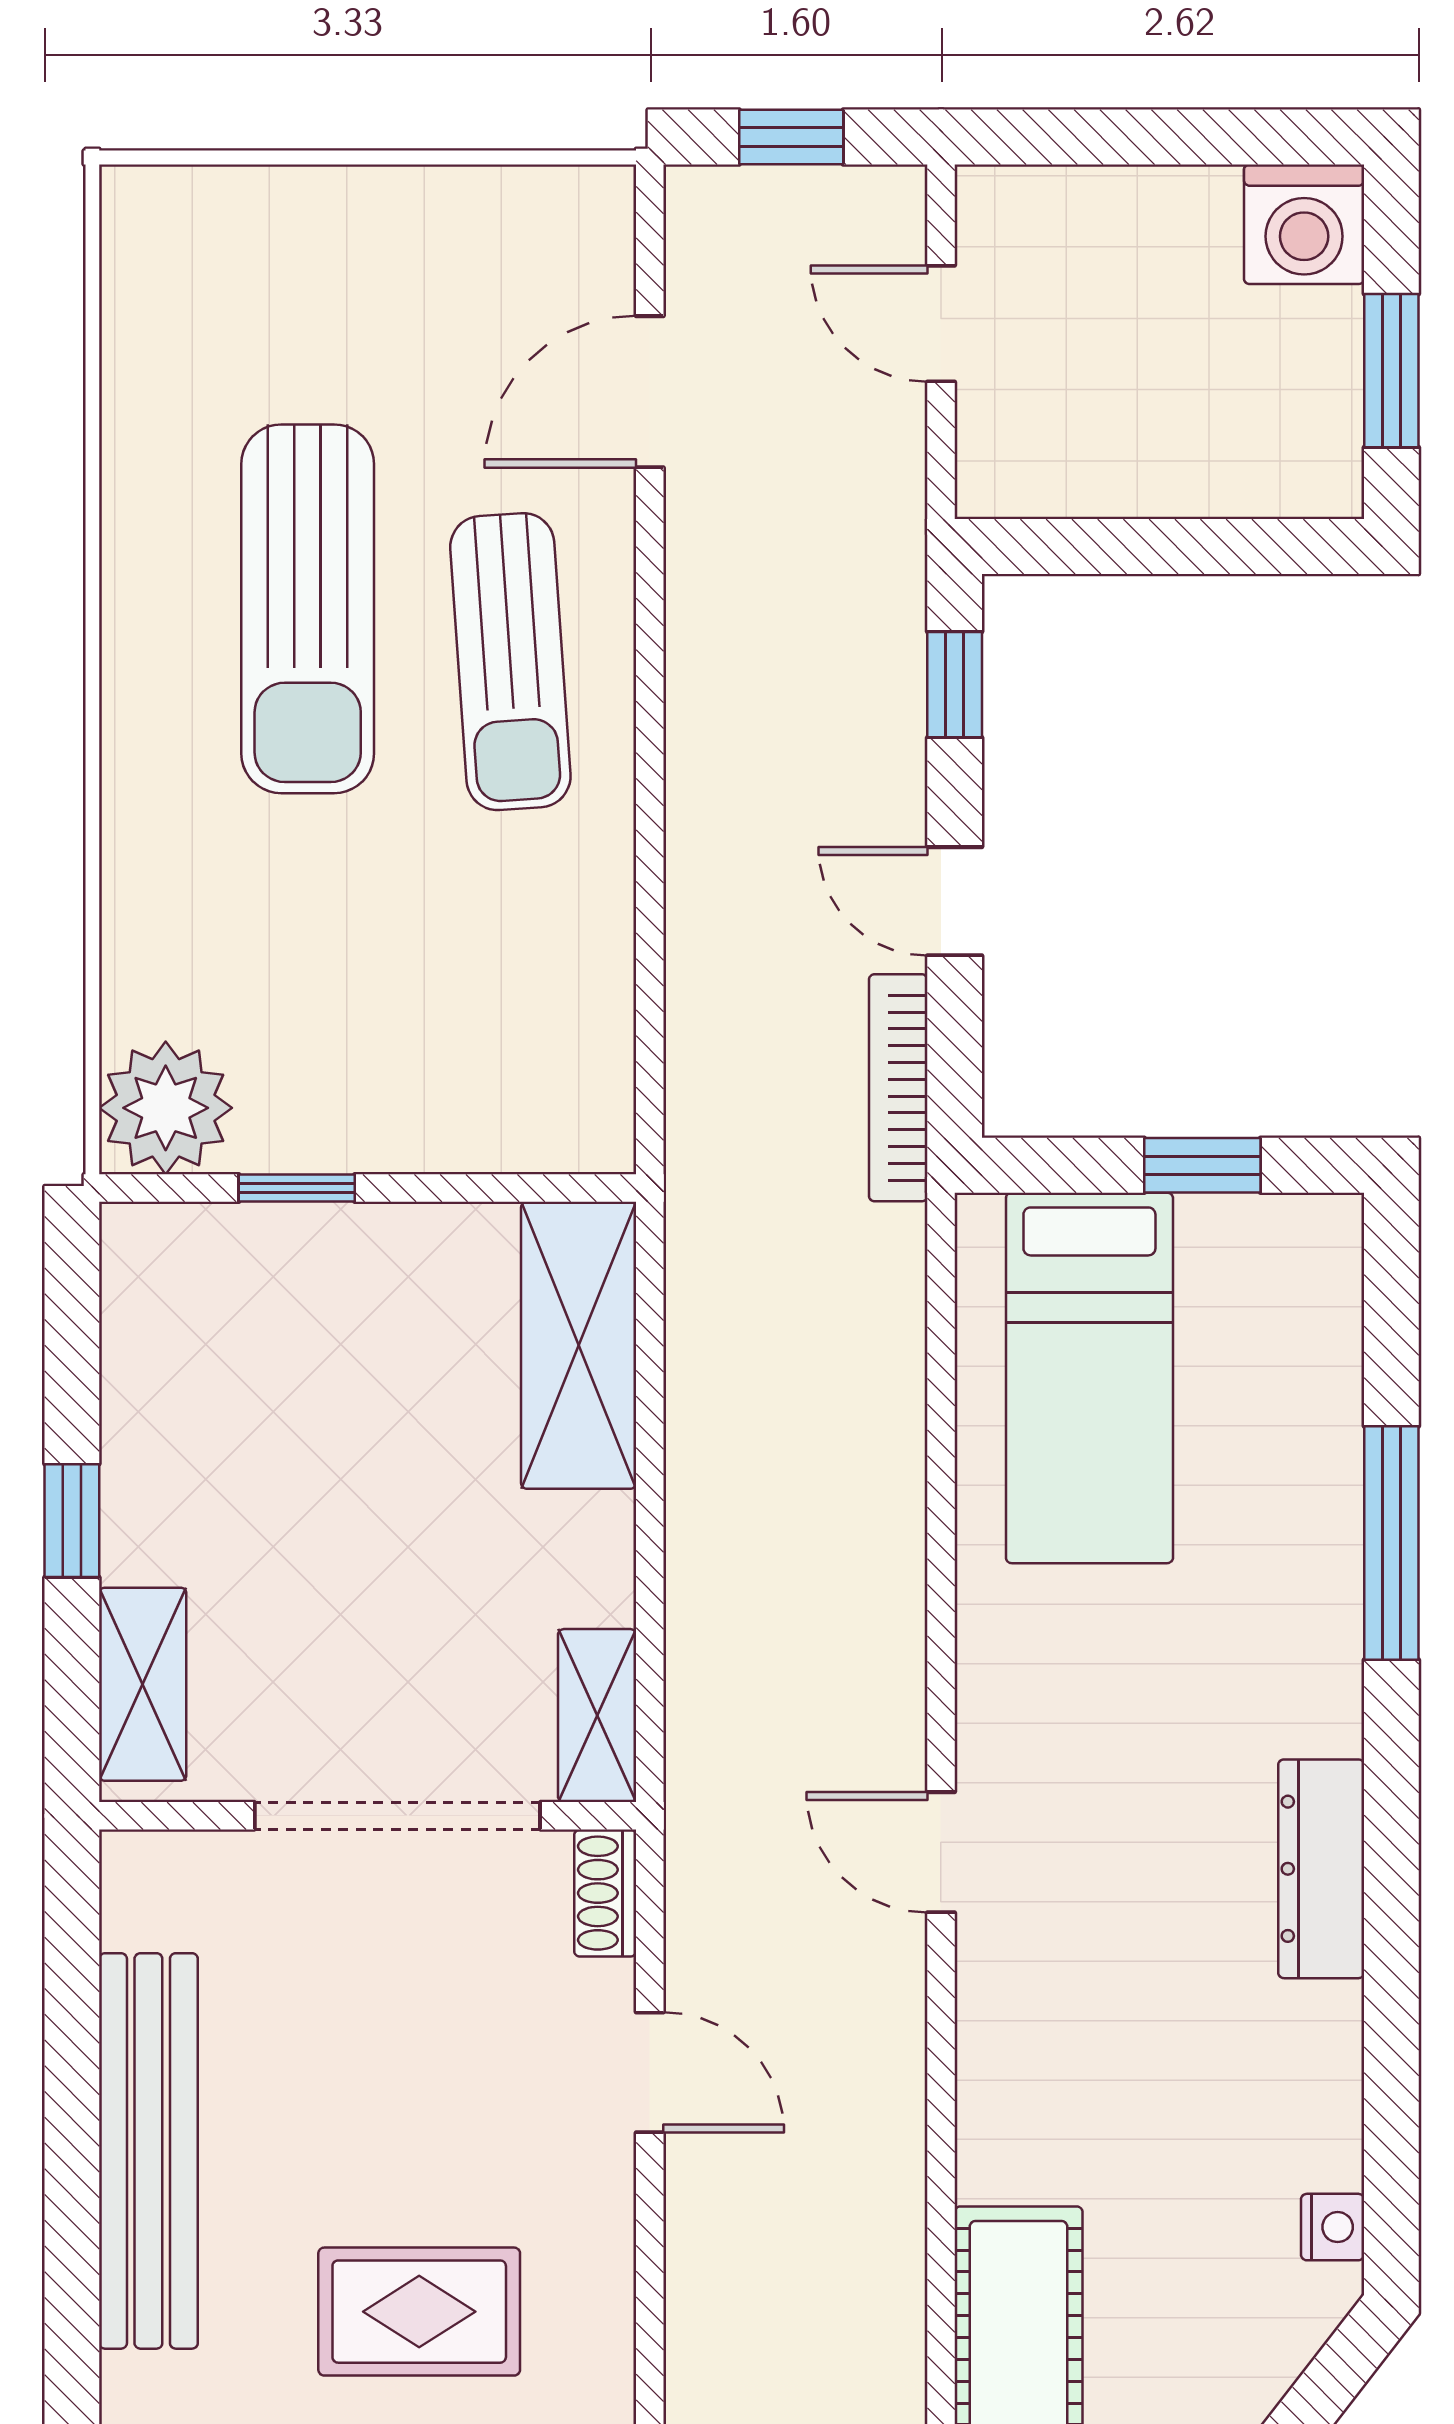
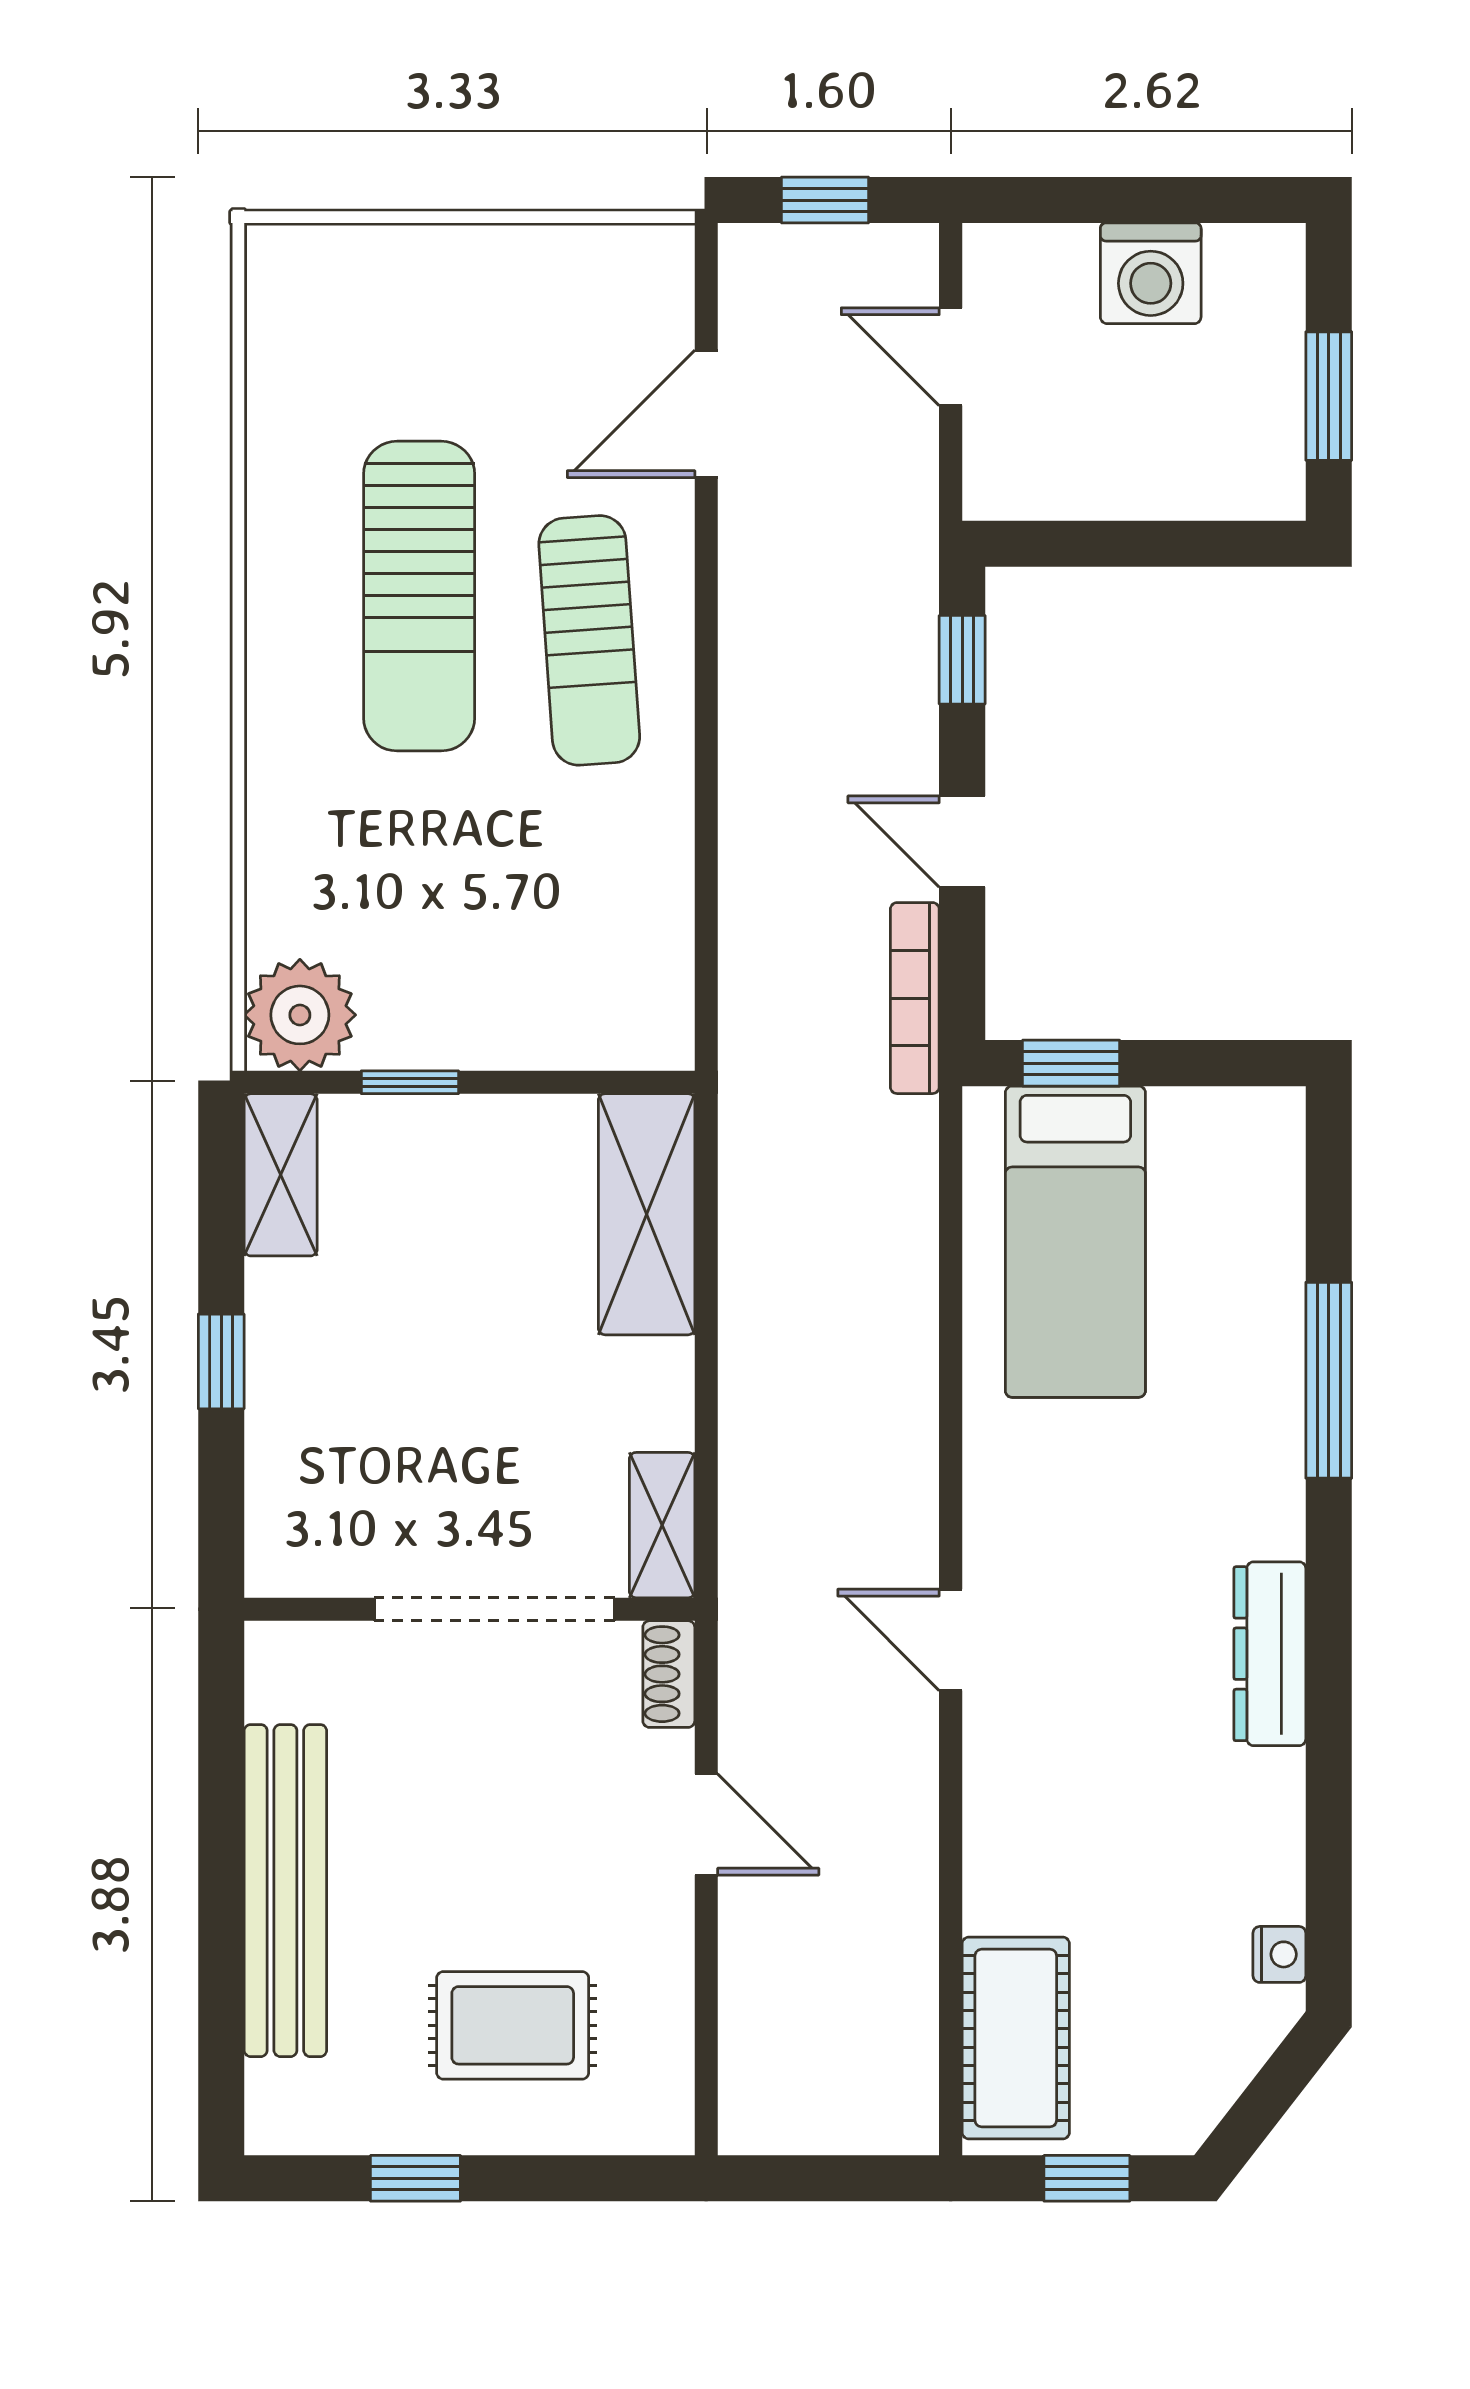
washing machine: (1304, 224) -> (1151, 273), moved
window: (1202, 1165) -> (1071, 1063), moved
shelving: (143, 1684) -> (281, 1175), moved

